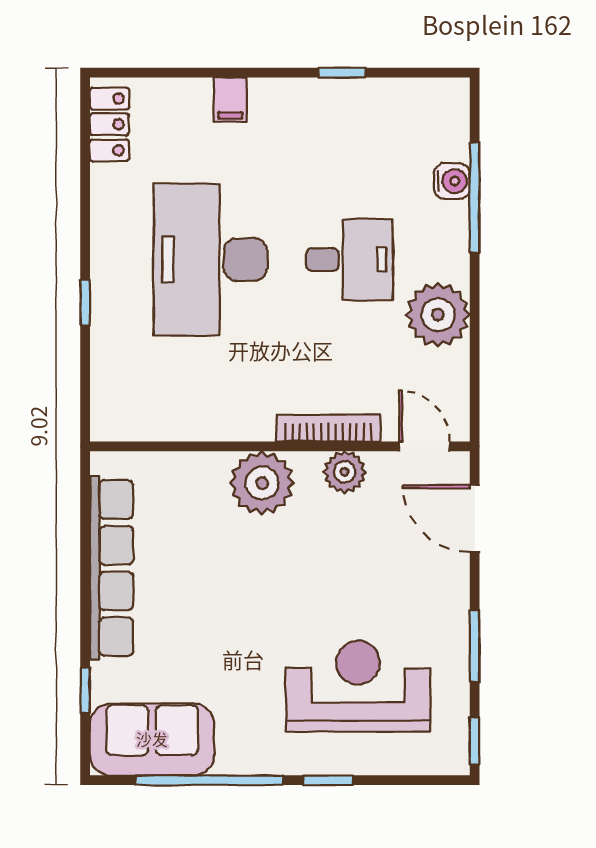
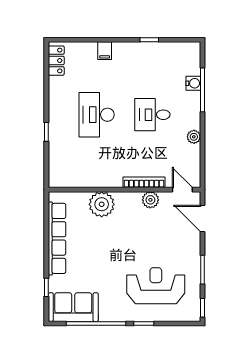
desk: (210, 260) -> (97, 115), width x0.73, depth x0.77
desk: (349, 260) -> (152, 115), turned 180
plant: (438, 315) -> (194, 137), width x0.53, depth x0.53
plant: (262, 483) -> (102, 204), moved

